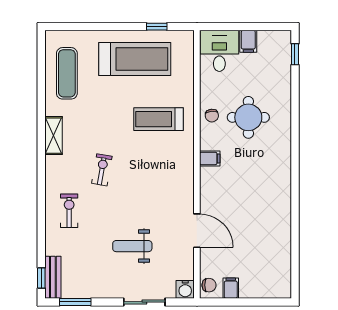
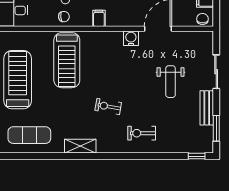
treadmill: (158, 119) -> (67, 60), width x1.37, depth x1.38
bench: (53, 277) -> (207, 108), moved, turned 90
water cooler: (185, 289) -> (131, 38), moved, turned -90

